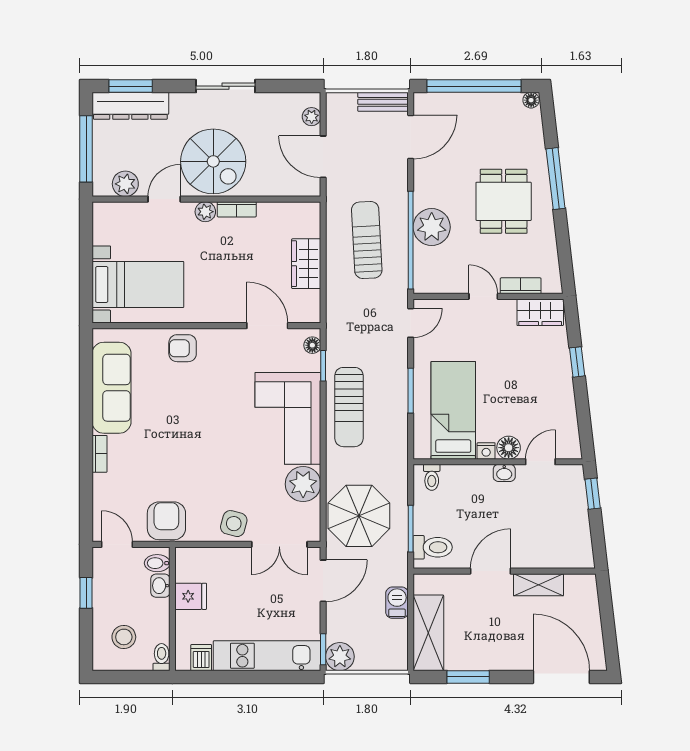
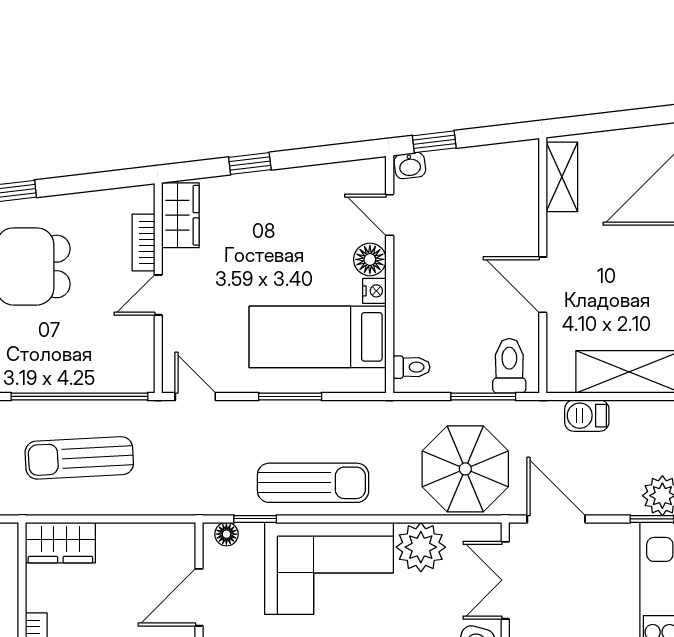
plant: (432, 227) -> (61, 367), removed
wardrobe: (306, 264) -> (60, 543), moved
washbasin: (504, 473) -> (410, 166), moved, turned 83
double door: (279, 544) -> (505, 580), swing flipped
shelving: (538, 585) -> (562, 177), moved

